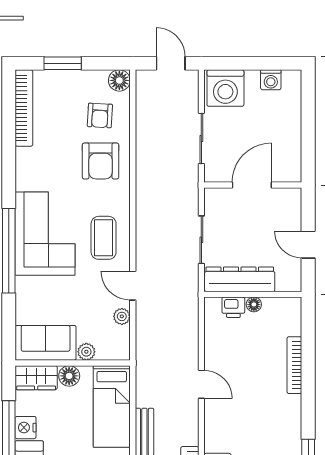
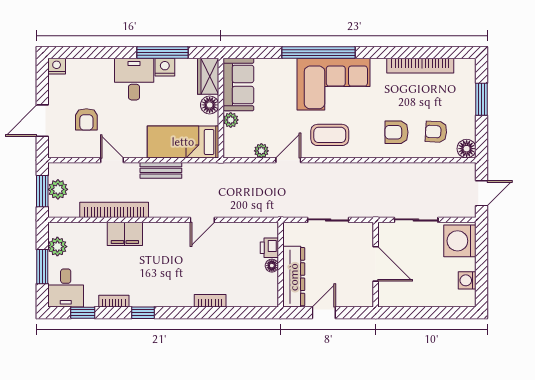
bookcase: (24, 108) -> (420, 66), moved
armchair: (101, 161) -> (397, 132), width x0.72, depth x0.72
dresser: (240, 279) -> (294, 277), moved
bookcase: (294, 365) -> (210, 301), width x0.64

